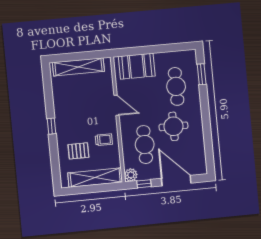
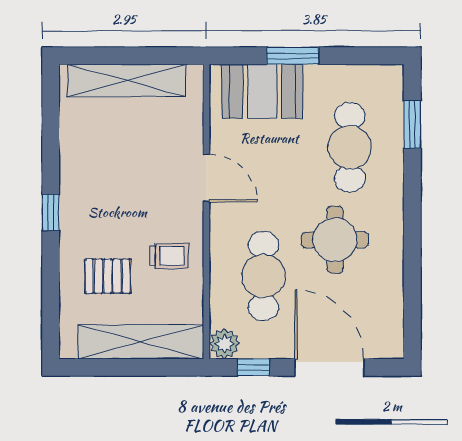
window: (148, 50) -> (293, 56), added

